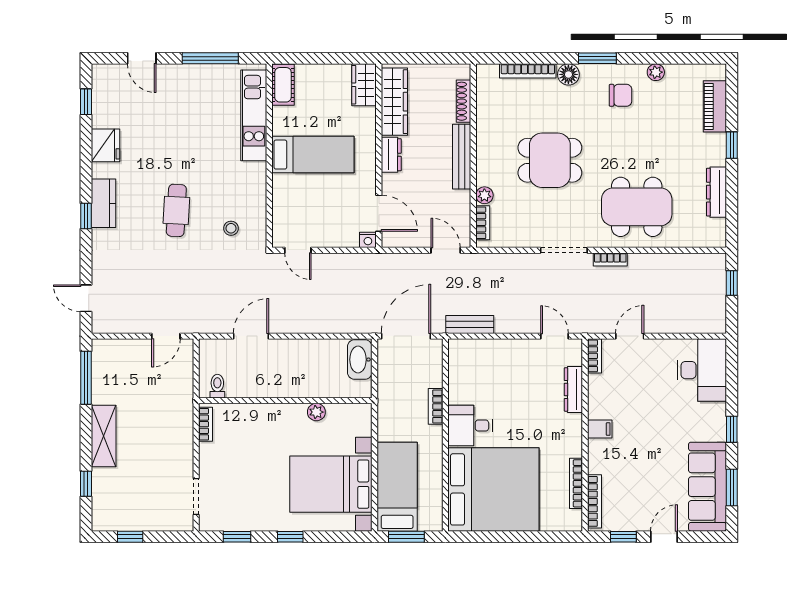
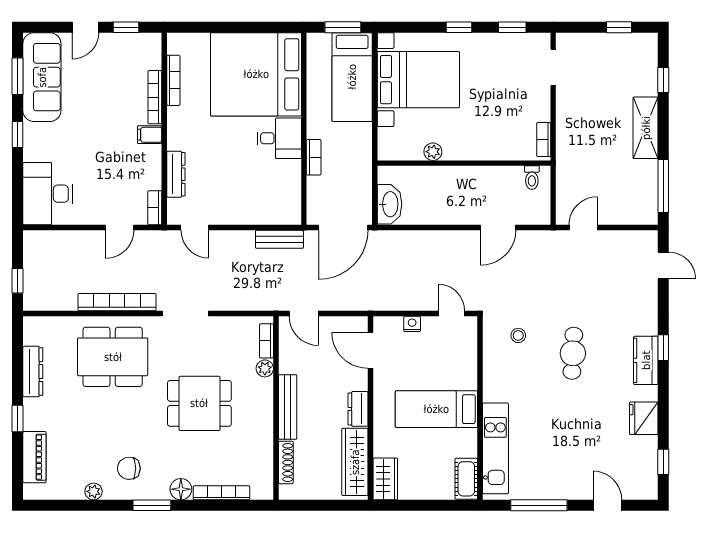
nightstand: (368, 240) -> (412, 324), moved
bookcase: (610, 259) -> (117, 302), width x2.31, depth x1.31
bookcase: (594, 501) -> (155, 97), moved

